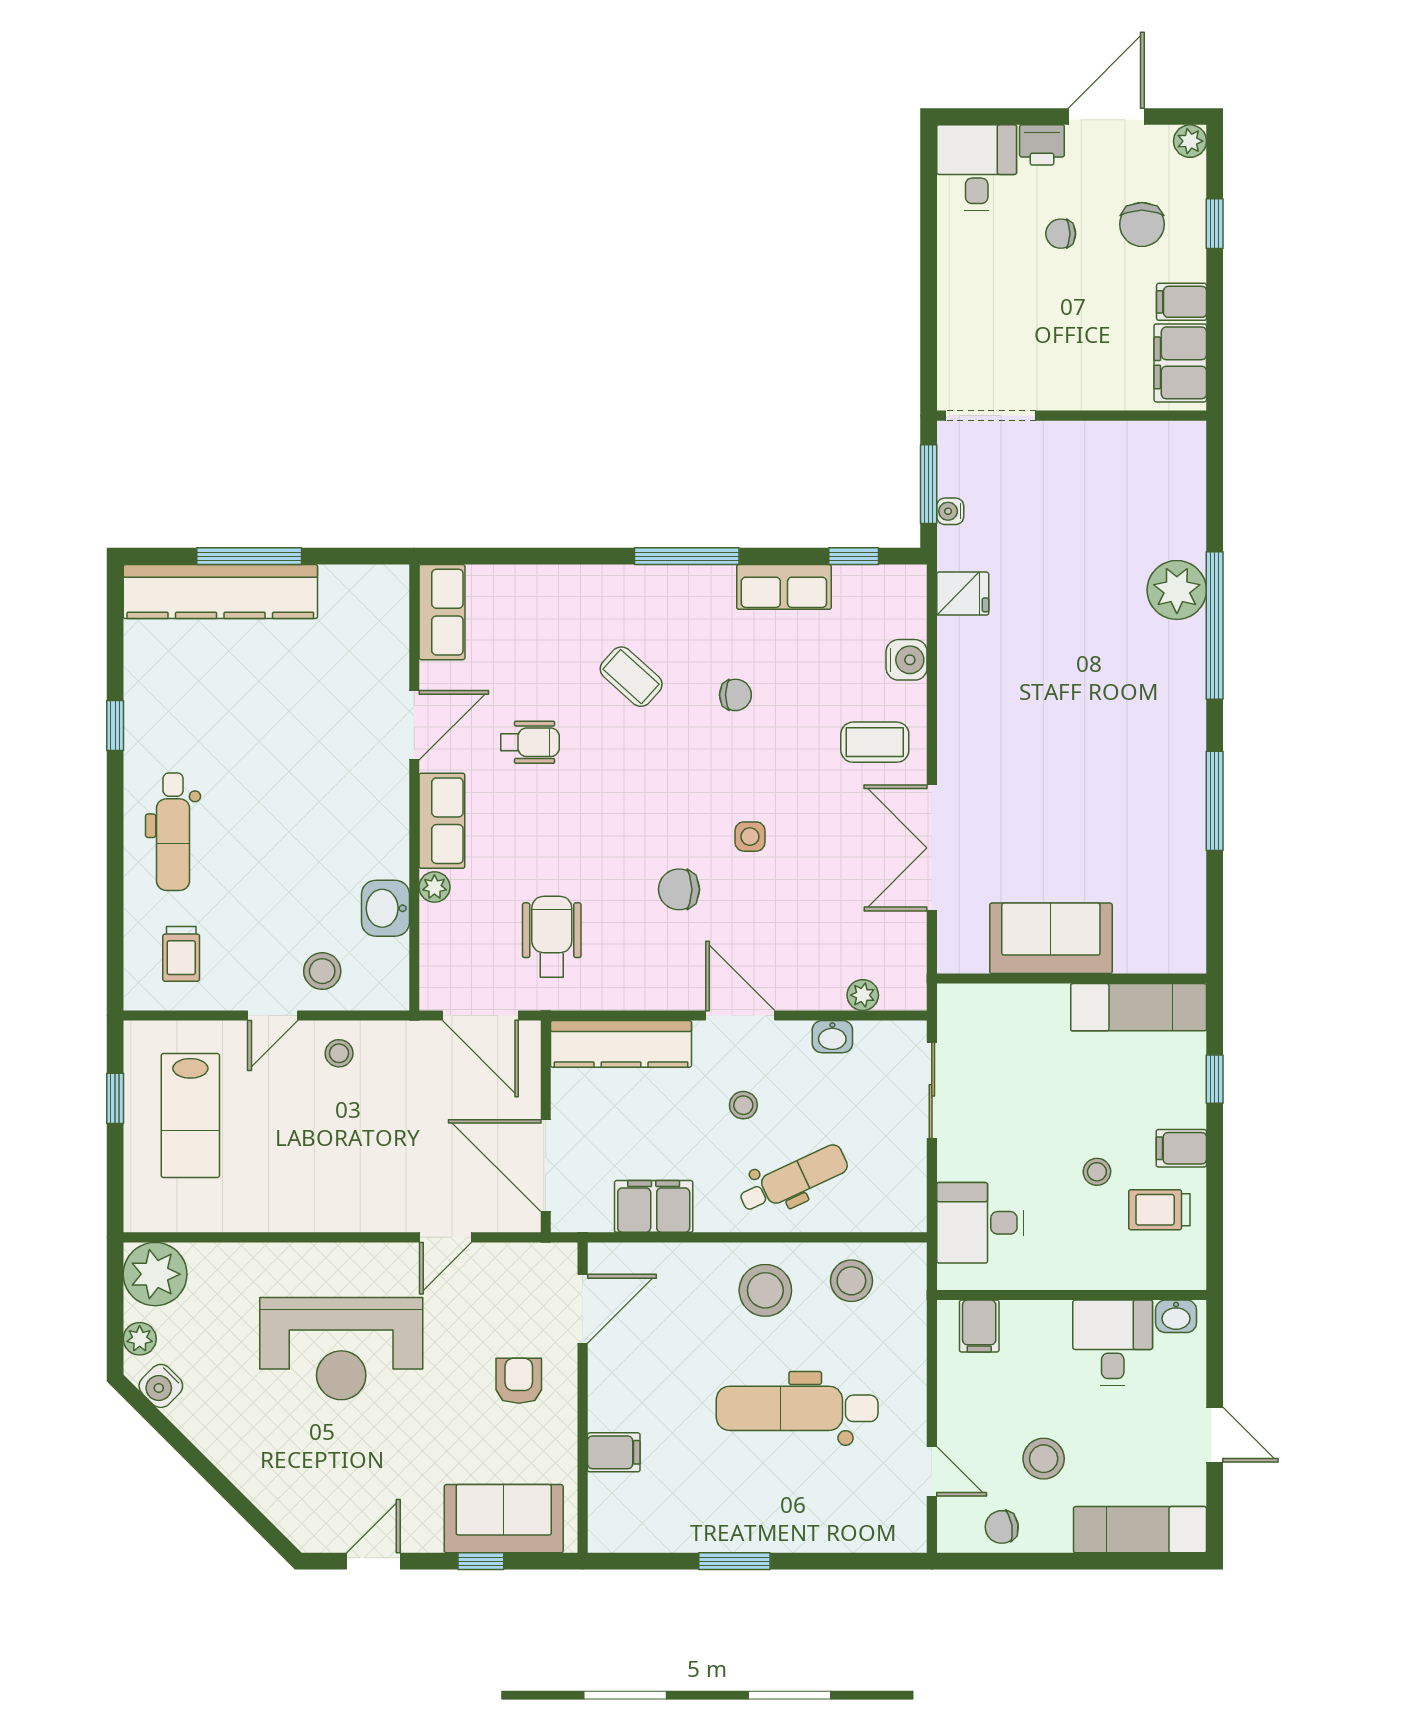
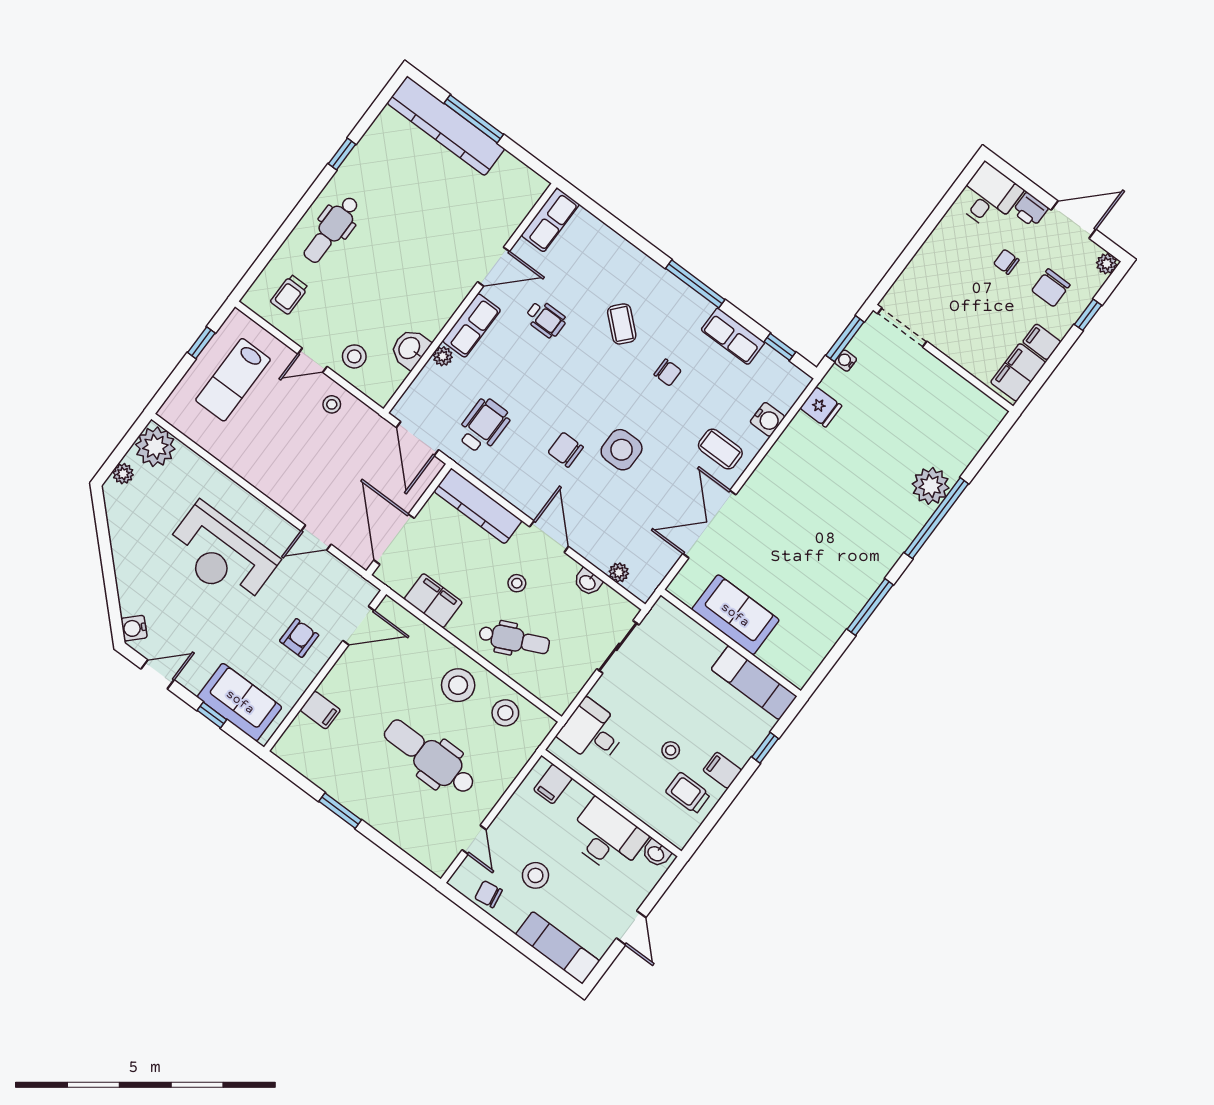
side table: (750, 837) -> (622, 450), width x1.87, depth x1.87
desk: (1113, 1343) -> (607, 837), width x1.37
water cooler: (161, 1386) -> (134, 628), moved

